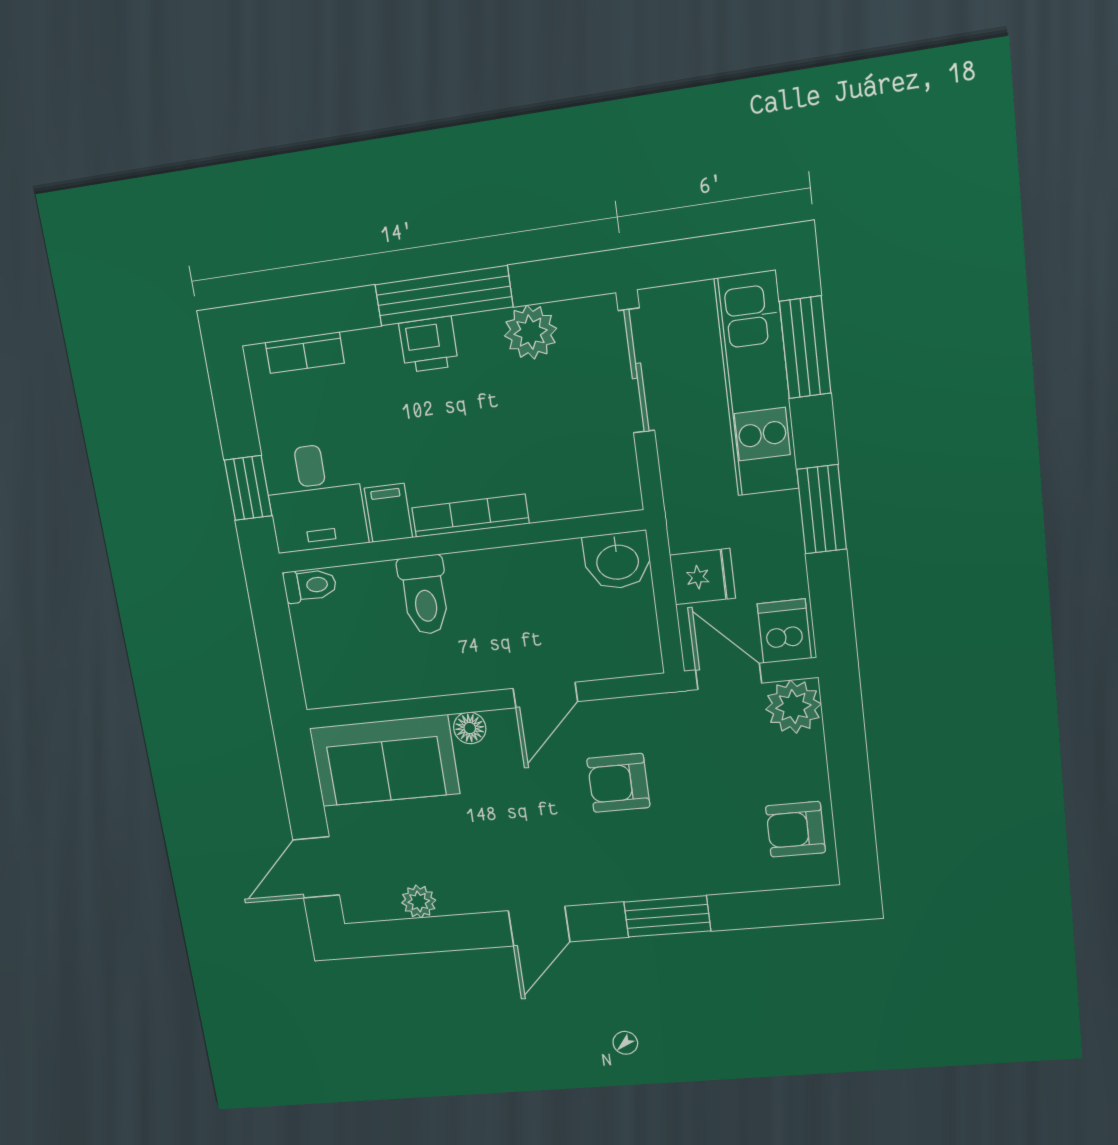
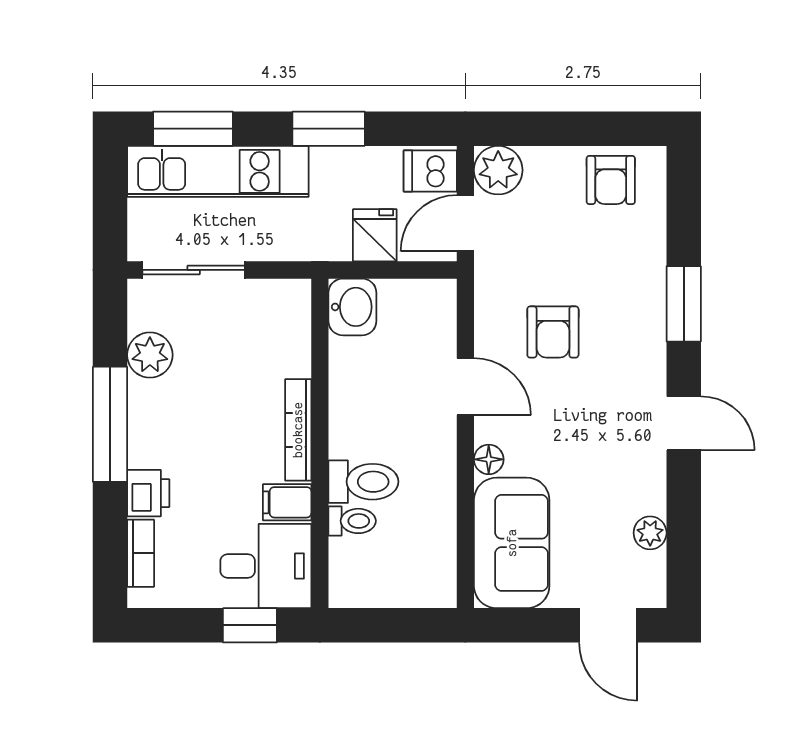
printer: (428, 344) -> (148, 493), moved
toilet: (310, 585) -> (352, 521), moved, turned 90

